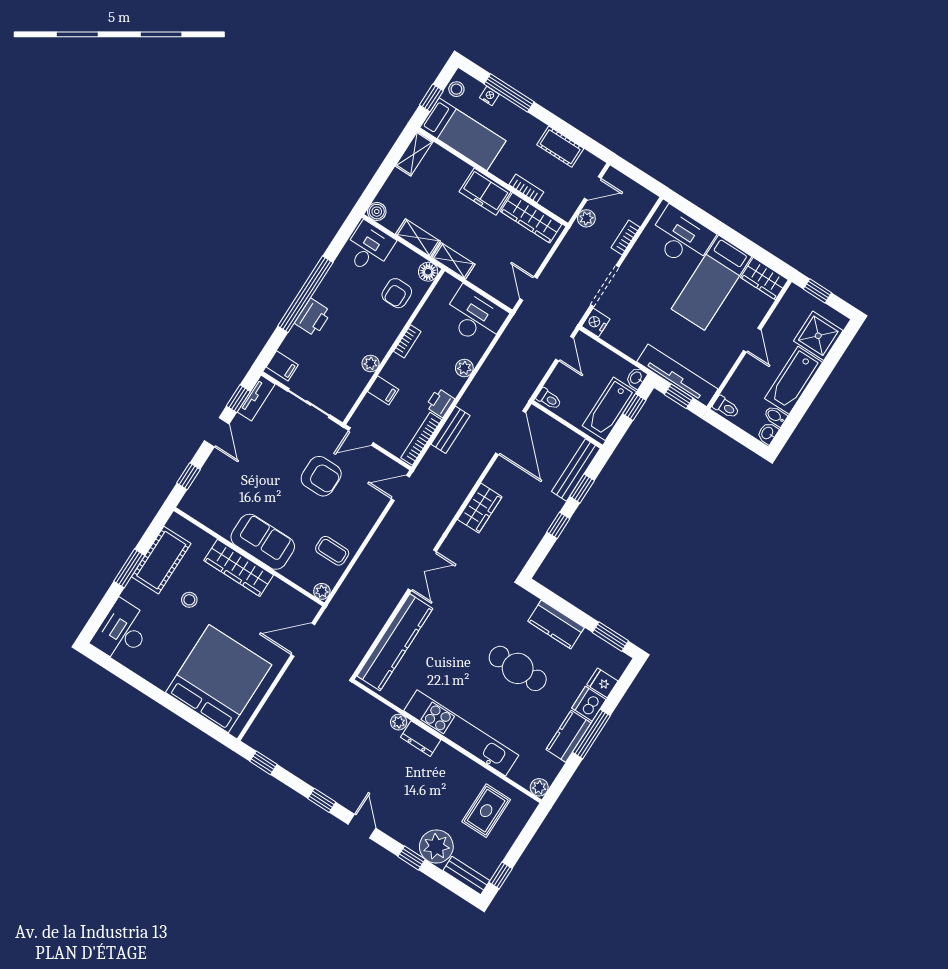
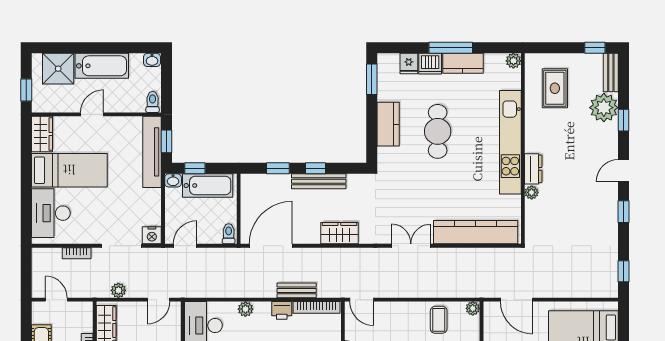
plant: (586, 218) -> (118, 290), moved
bidet: (775, 416) -> (136, 62), removed
bench: (576, 470) -> (319, 181), moved
rug: (486, 811) -> (555, 88), turned 90

